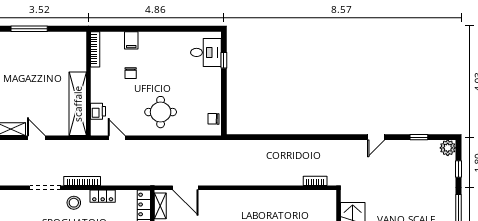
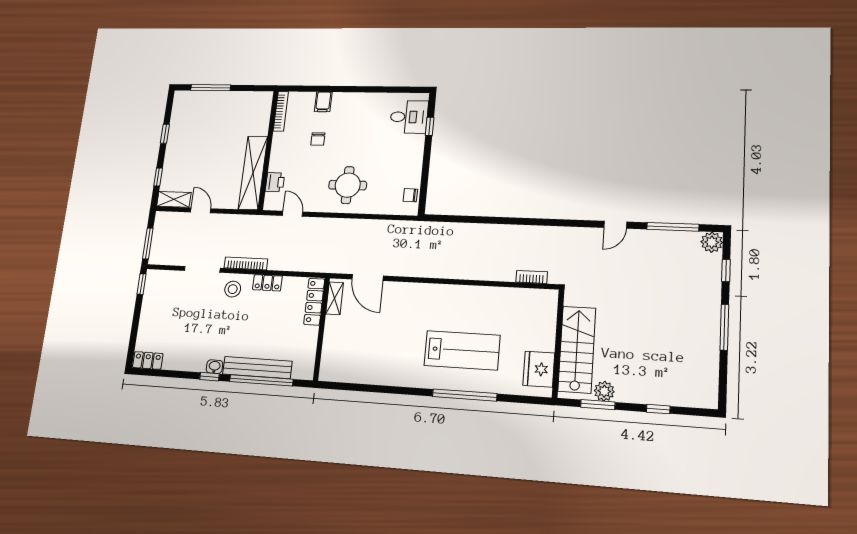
window: (419, 137) -> (673, 227), width x2.17

